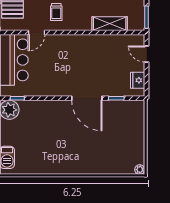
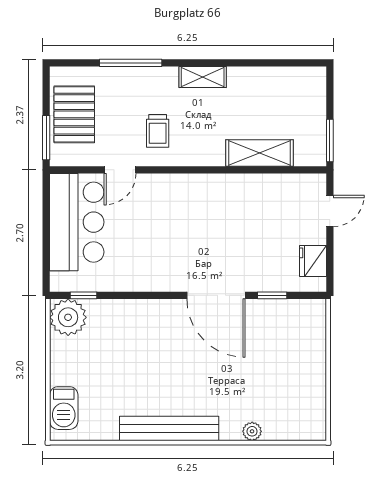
door: (147, 54) -> (330, 211), swing flipped
bench: (62, 168) -> (169, 428), added
plant: (140, 170) -> (252, 431), moved

